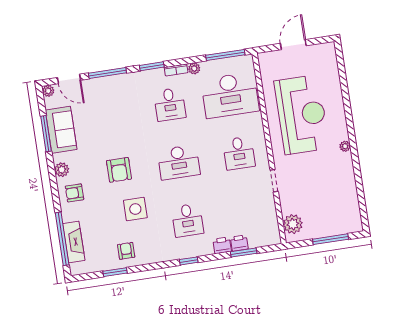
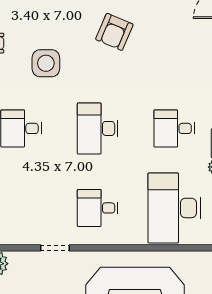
armchair: (119, 170) -> (114, 32), moved, turned -67

